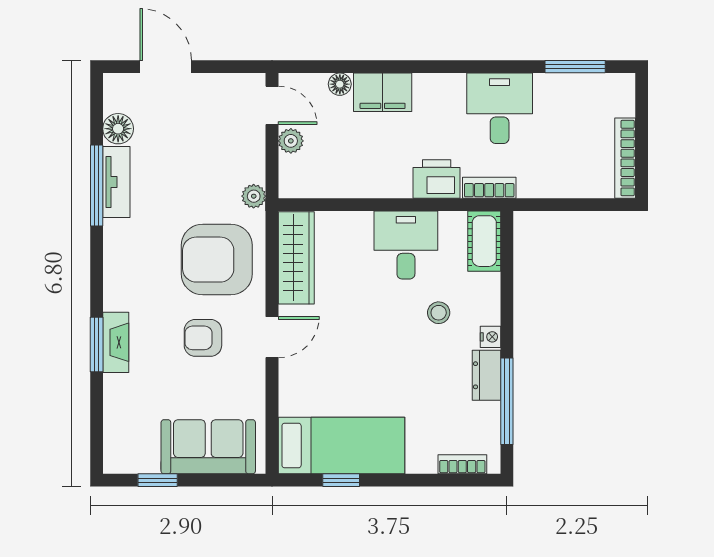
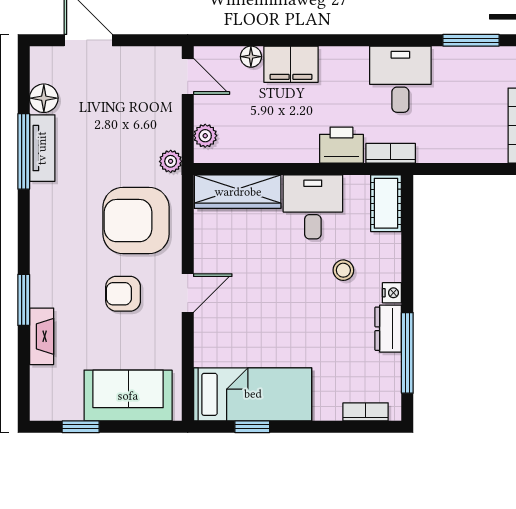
plant: (291, 141) -> (205, 136), moved
wardrobe: (296, 258) -> (238, 192), moved, turned 90
fireplace: (116, 342) -> (42, 336), moved

